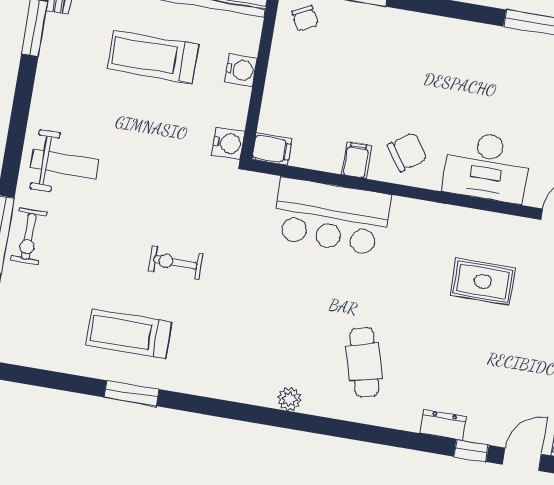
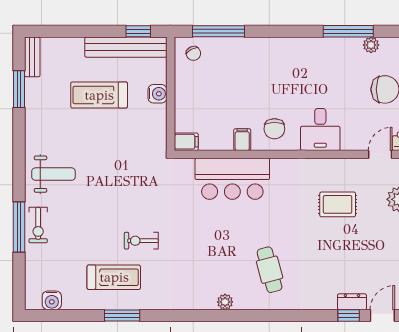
water cooler: (228, 143) -> (52, 300), moved, turned 90
chair: (407, 152) -> (274, 129), turned 125
desk: (487, 167) -> (320, 129), width x0.73
exercise bike: (175, 263) -> (141, 241), moved
treadmill: (129, 334) -> (114, 277), turned 180
dresser: (443, 425) -> (352, 302), moved

